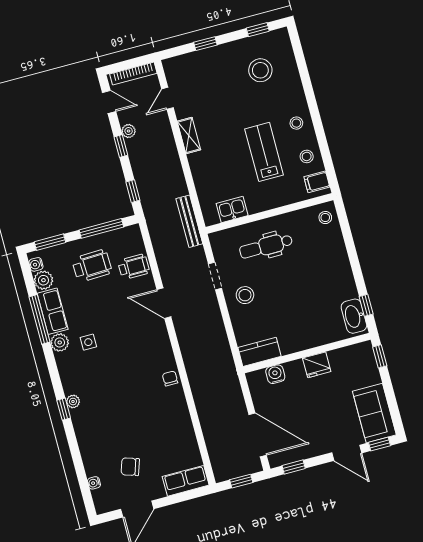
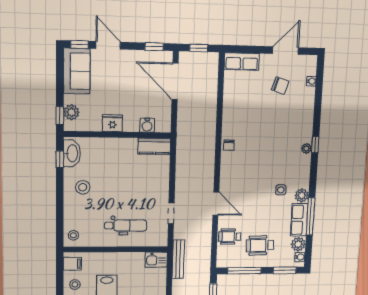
kitchen sink: (232, 209) -> (156, 260), moved
stool: (245, 295) -> (83, 187), moved
plant: (368, 364) -> (71, 112), added

